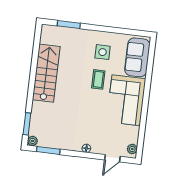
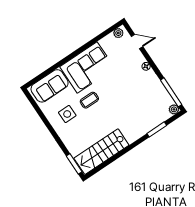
window: (69, 25) -> (74, 164), moved
stairs: (46, 73) -> (101, 152), moved
window: (27, 124) -> (157, 129), moved
window: (48, 150) -> (171, 92), width x1.44

